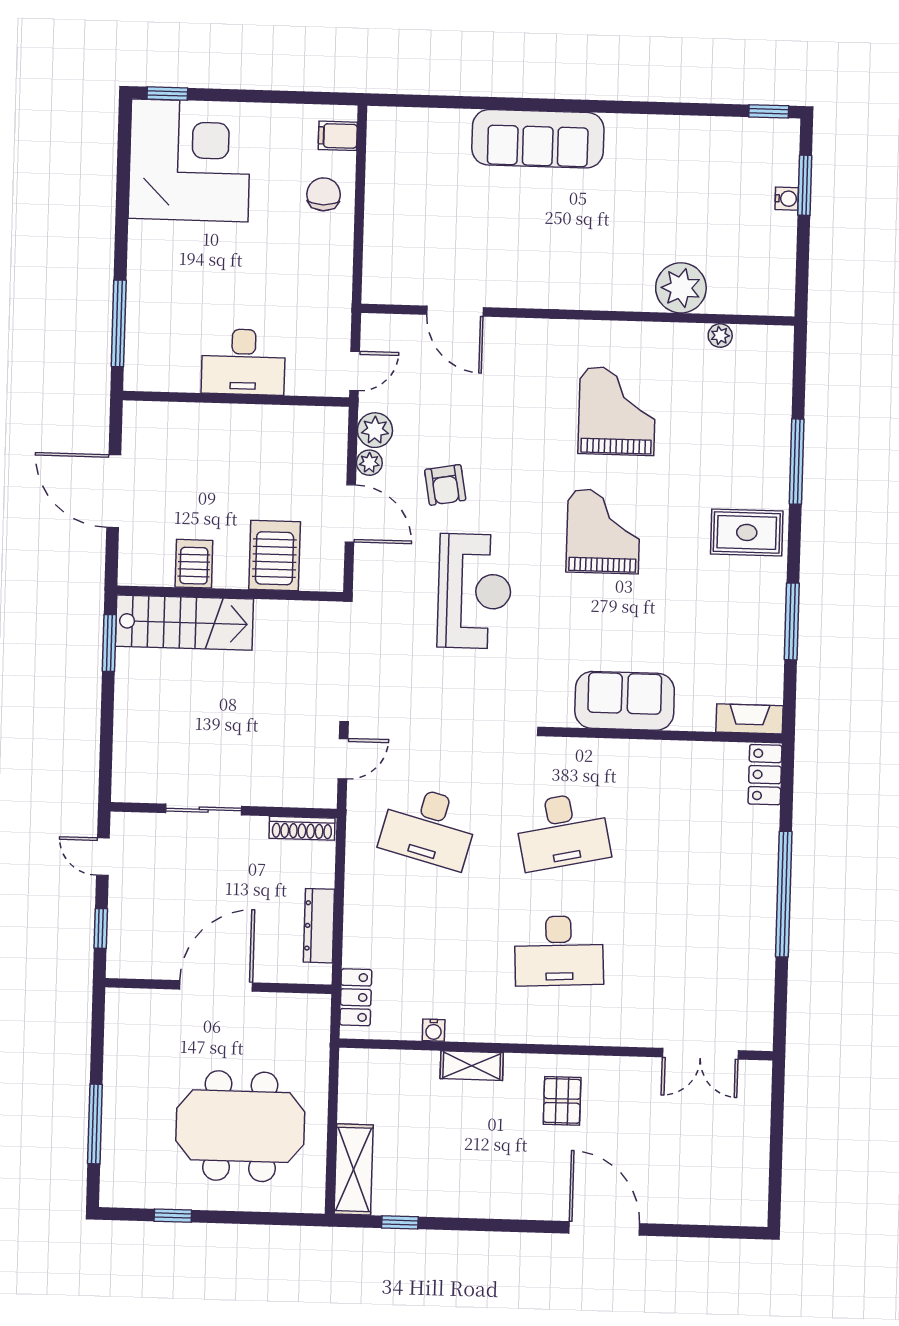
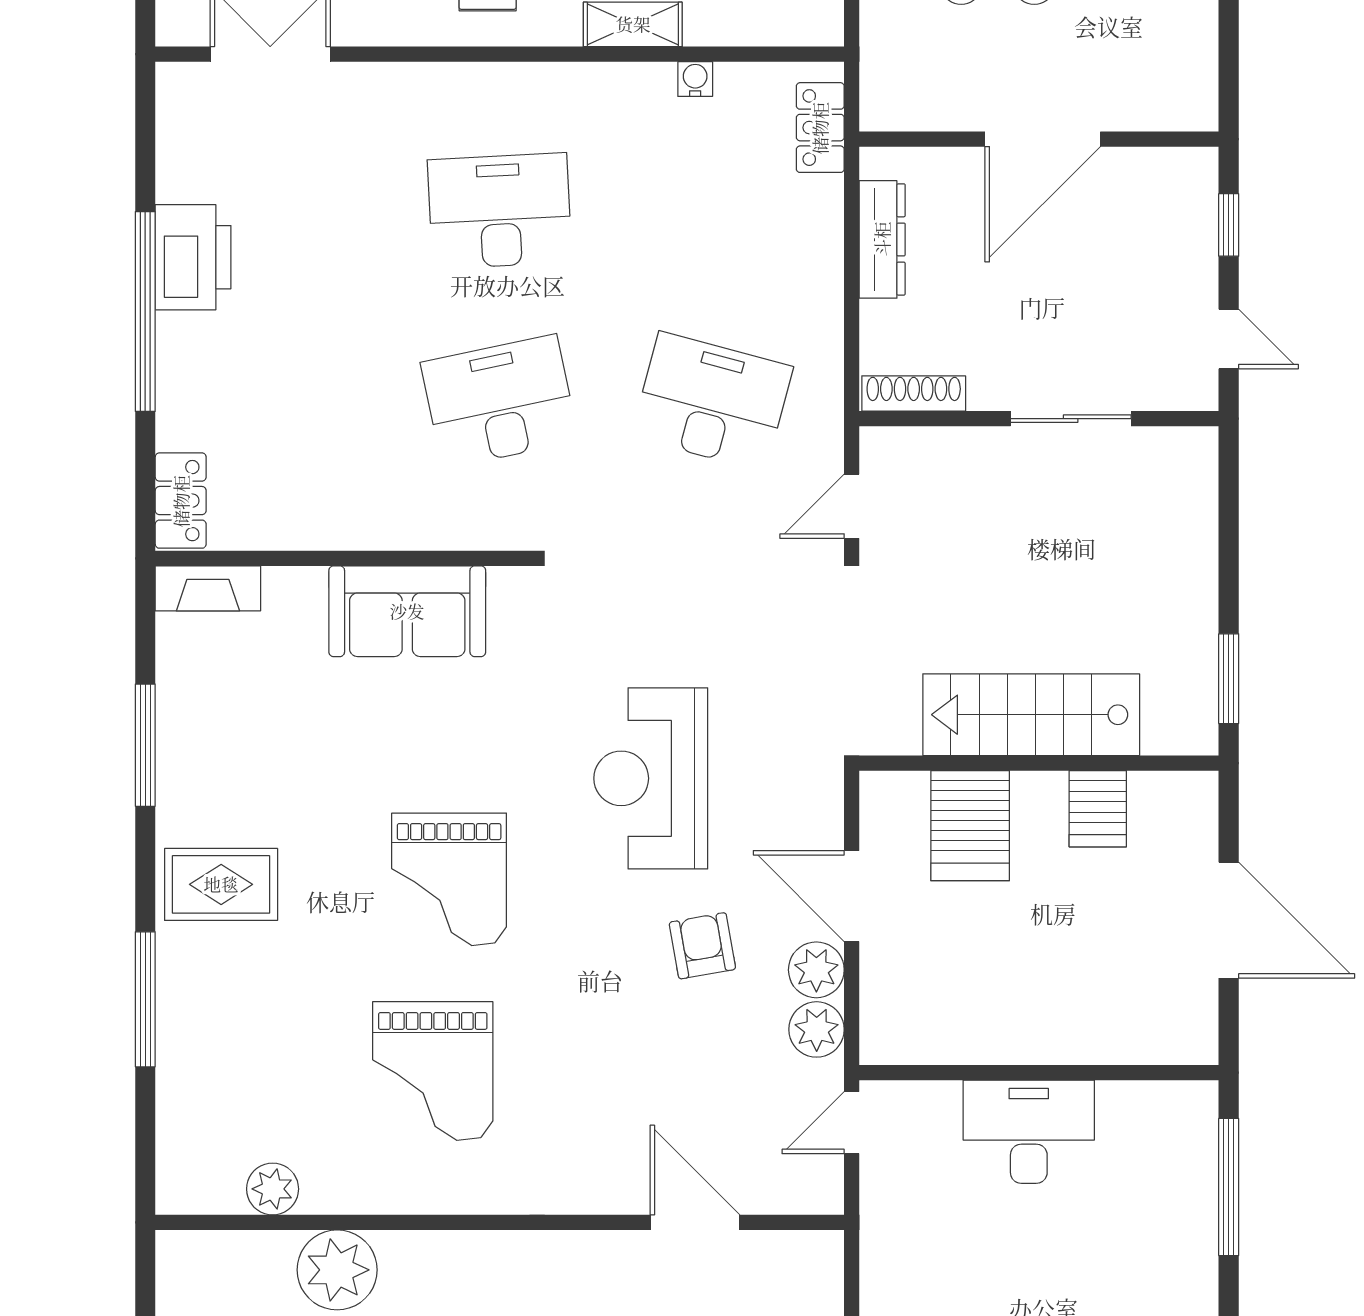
plant: (720, 336) -> (273, 1189), width x1.38, depth x1.38
plant: (369, 463) -> (816, 970), width x1.38, depth x1.38
stairs: (184, 623) -> (1031, 715), moved
printer: (753, 927) -> (193, 257), added

